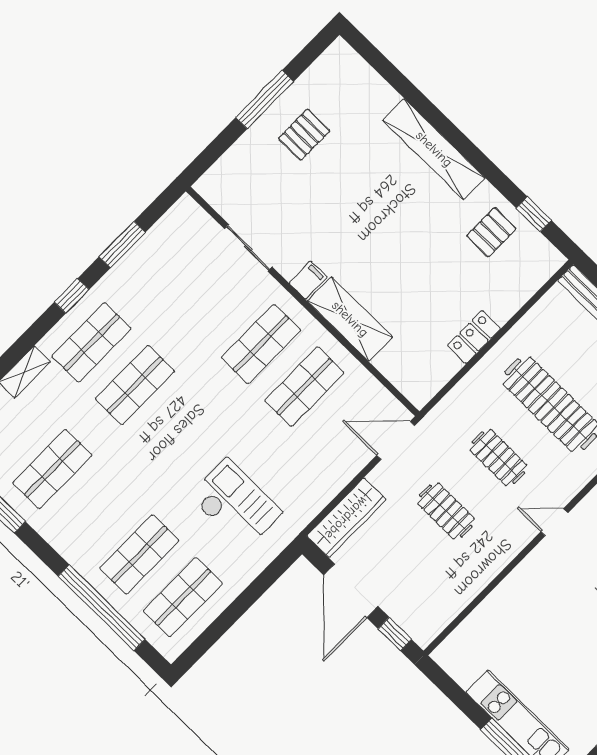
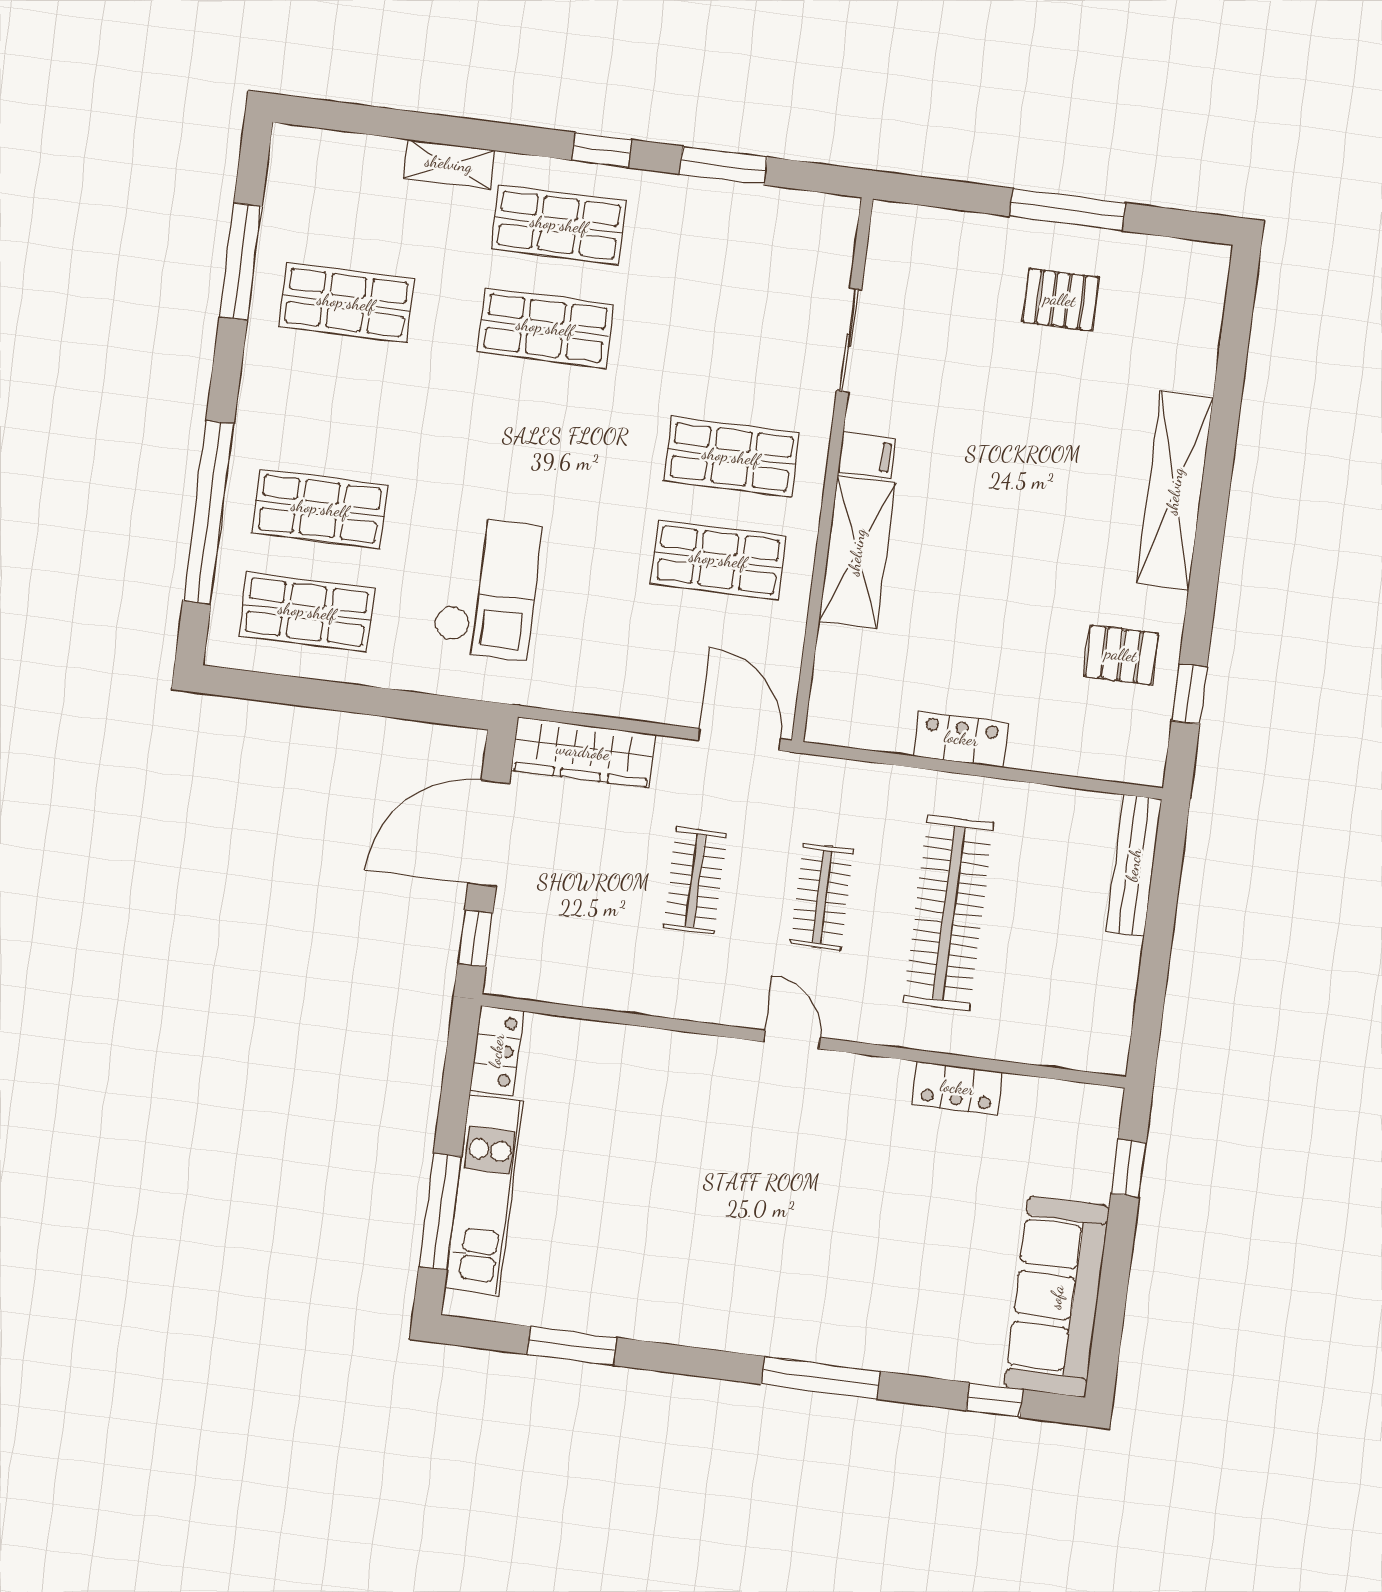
locker: (455, 664) -> (497, 1051), added

